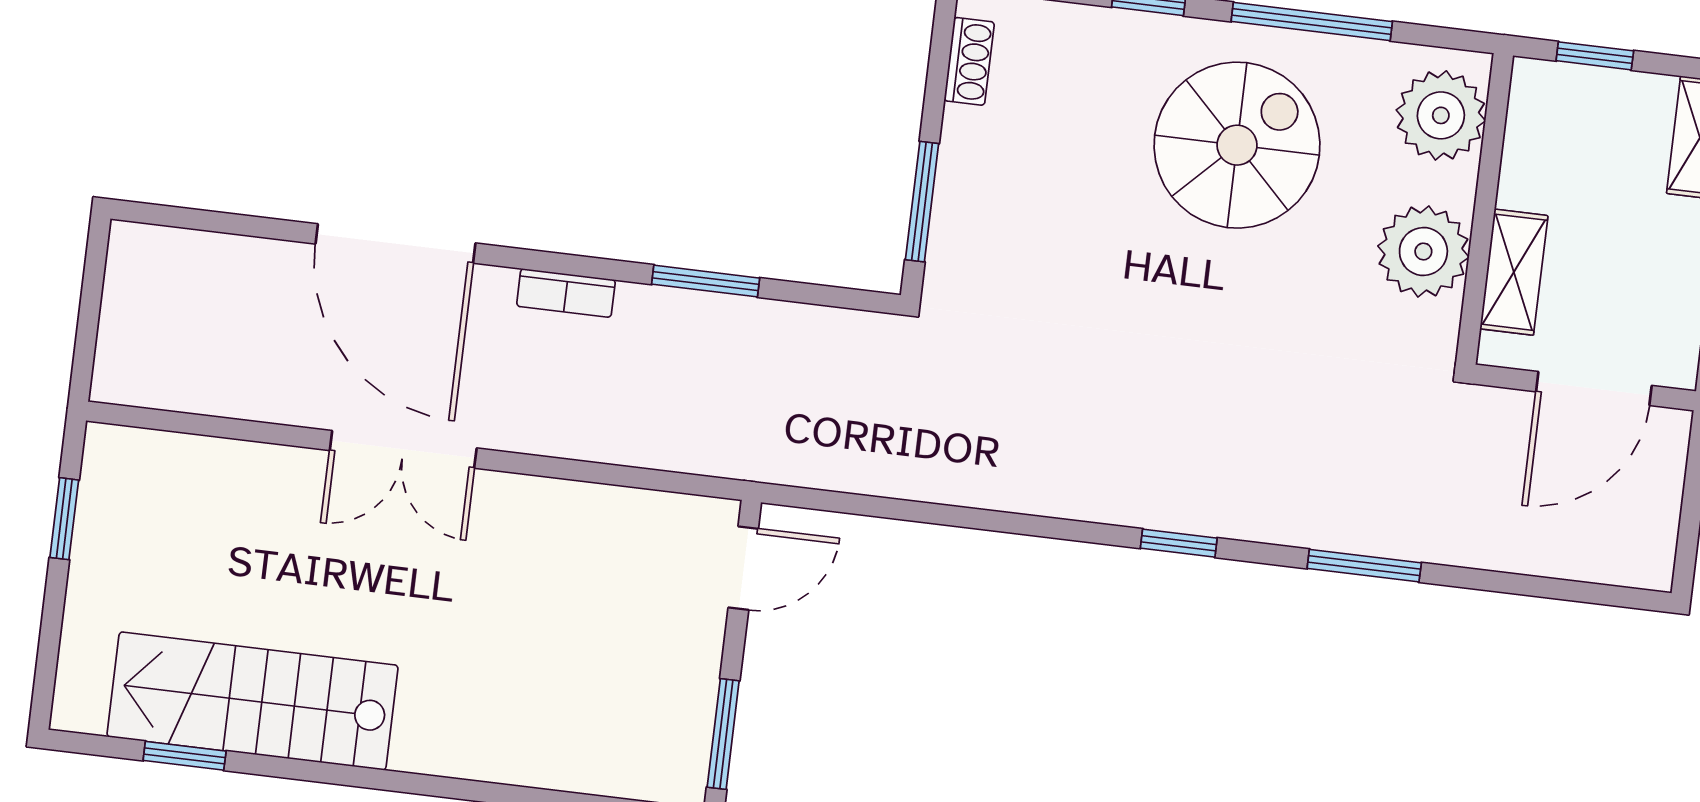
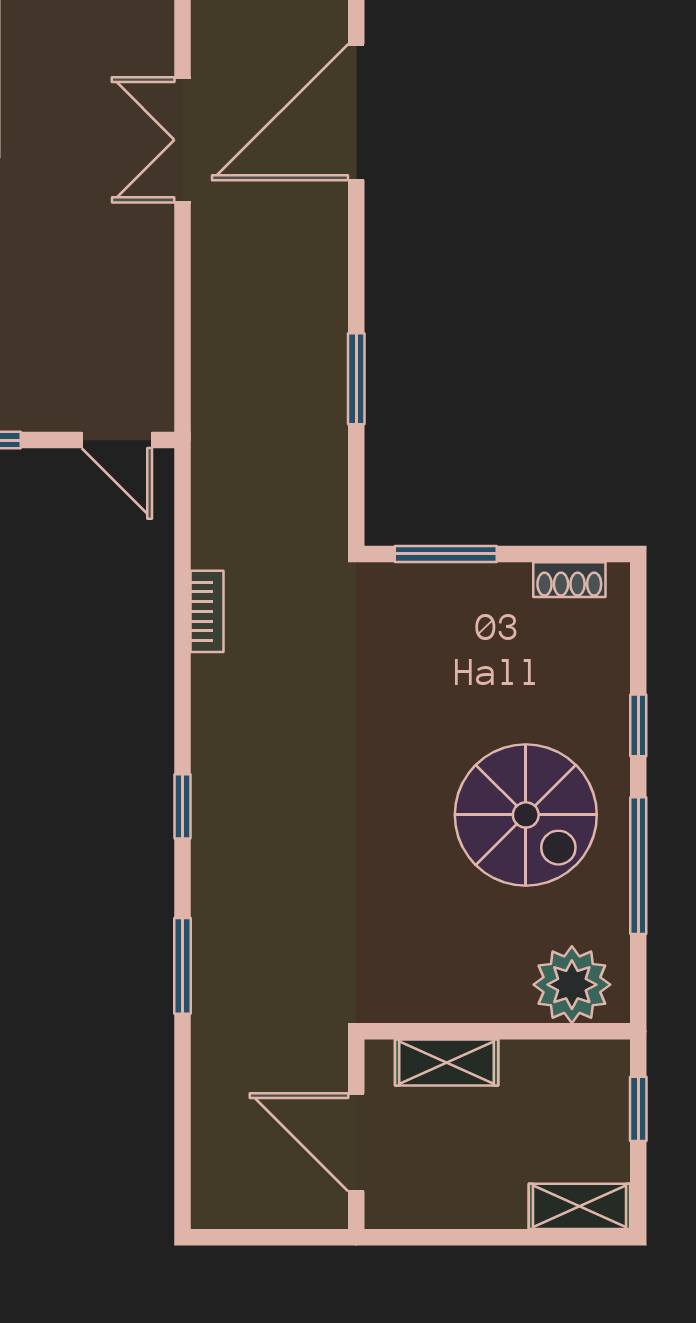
plant: (1423, 252) -> (455, 984), removed
bookcase: (566, 293) -> (207, 611), moved, turned 180

